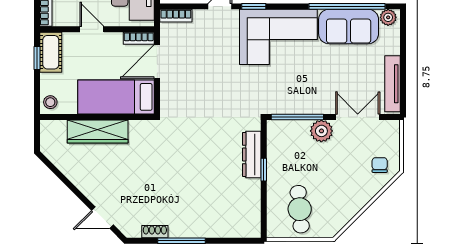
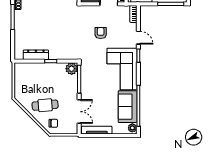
armchair: (211, 77) -> (101, 33), added
plant: (321, 131) -> (72, 69), moved
dresser: (252, 154) -> (36, 55), moved
cafe table: (300, 209) -> (45, 105), moved

